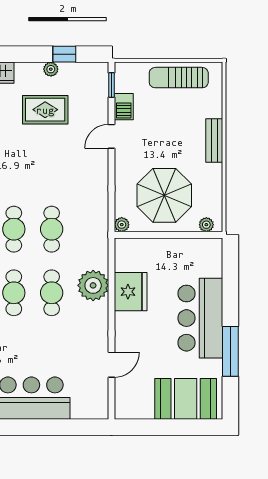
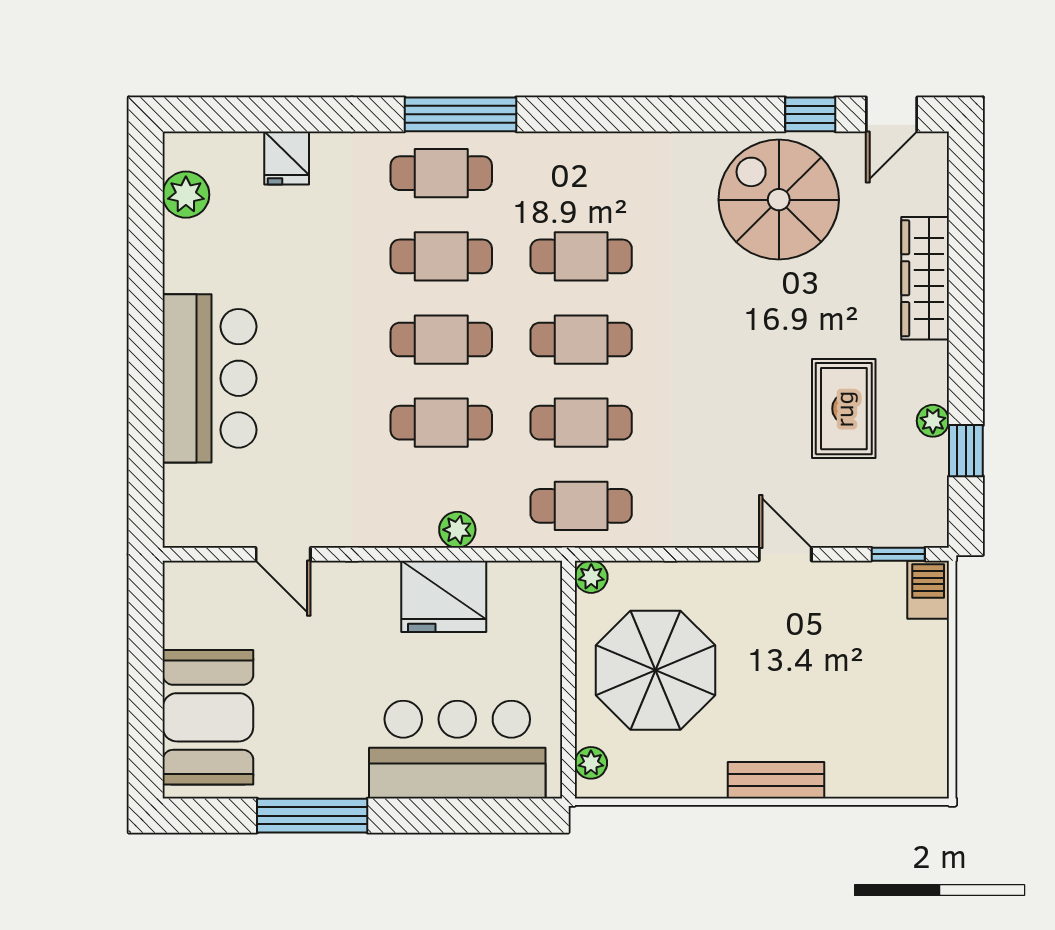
sun lounger: (179, 78) -> (914, 702), removed
barbecue: (124, 107) -> (928, 590), moved, turned 90
cafe table: (89, 229) -> (581, 506), added
plant: (93, 285) -> (457, 530), width x0.53, depth x0.53
bar counter: (200, 318) -> (457, 750), moved

